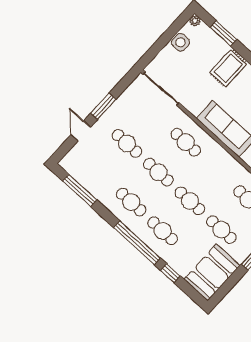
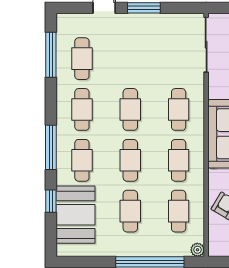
cafe table: (127, 143) -> (82, 59), moved
cafe table: (217, 171) -> (179, 160), added
window: (137, 243) -> (51, 147), width x0.68
booth: (212, 272) -> (75, 215), moved, turned 90

